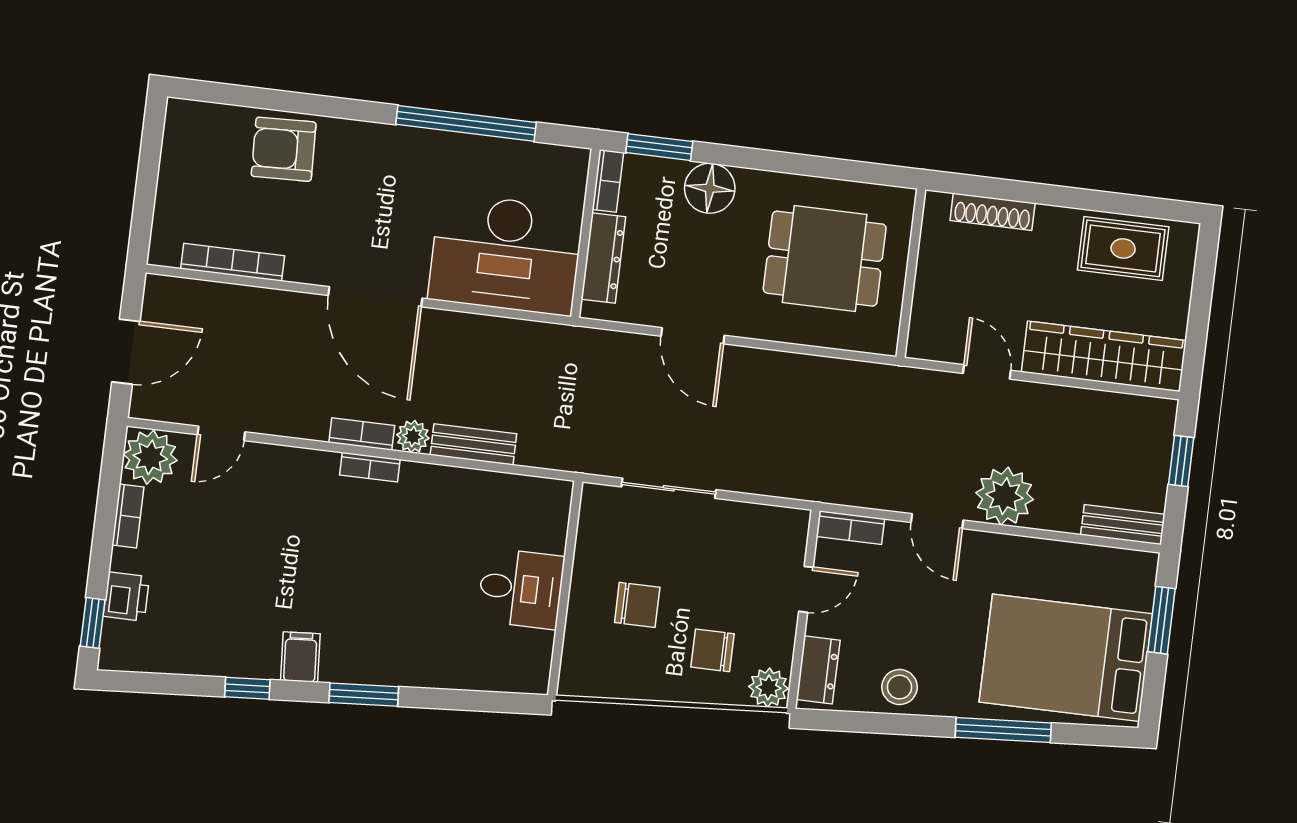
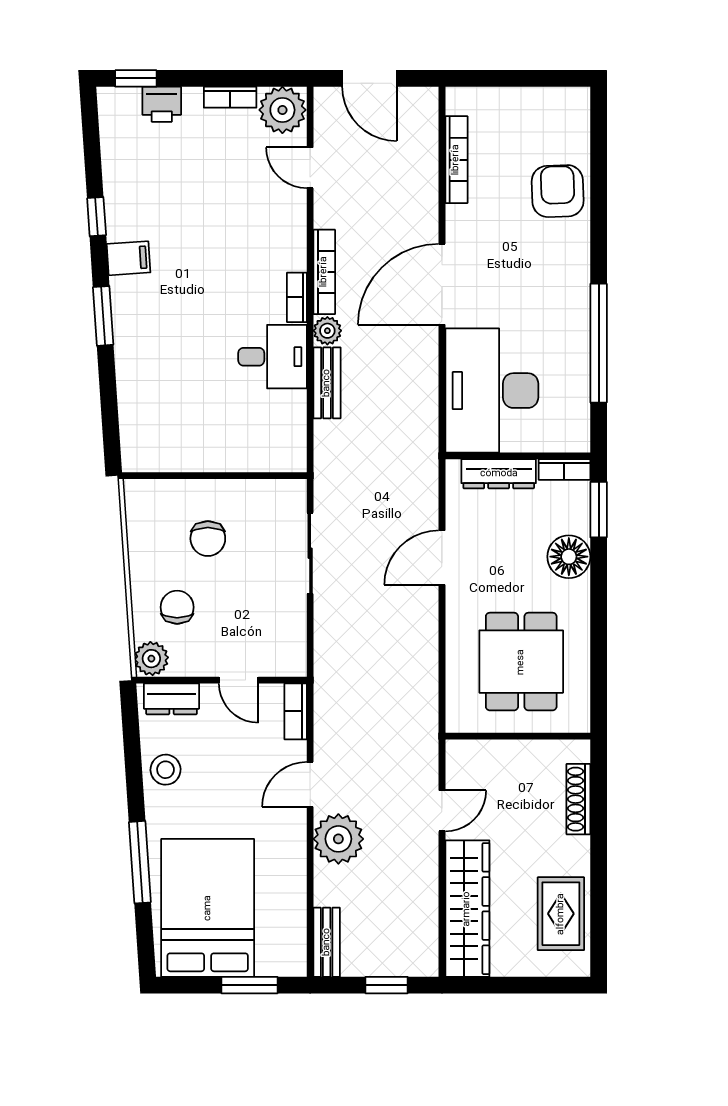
bookcase: (362, 434) -> (324, 272), width x1.56
desk: (521, 588) -> (273, 357), moved, turned -90

